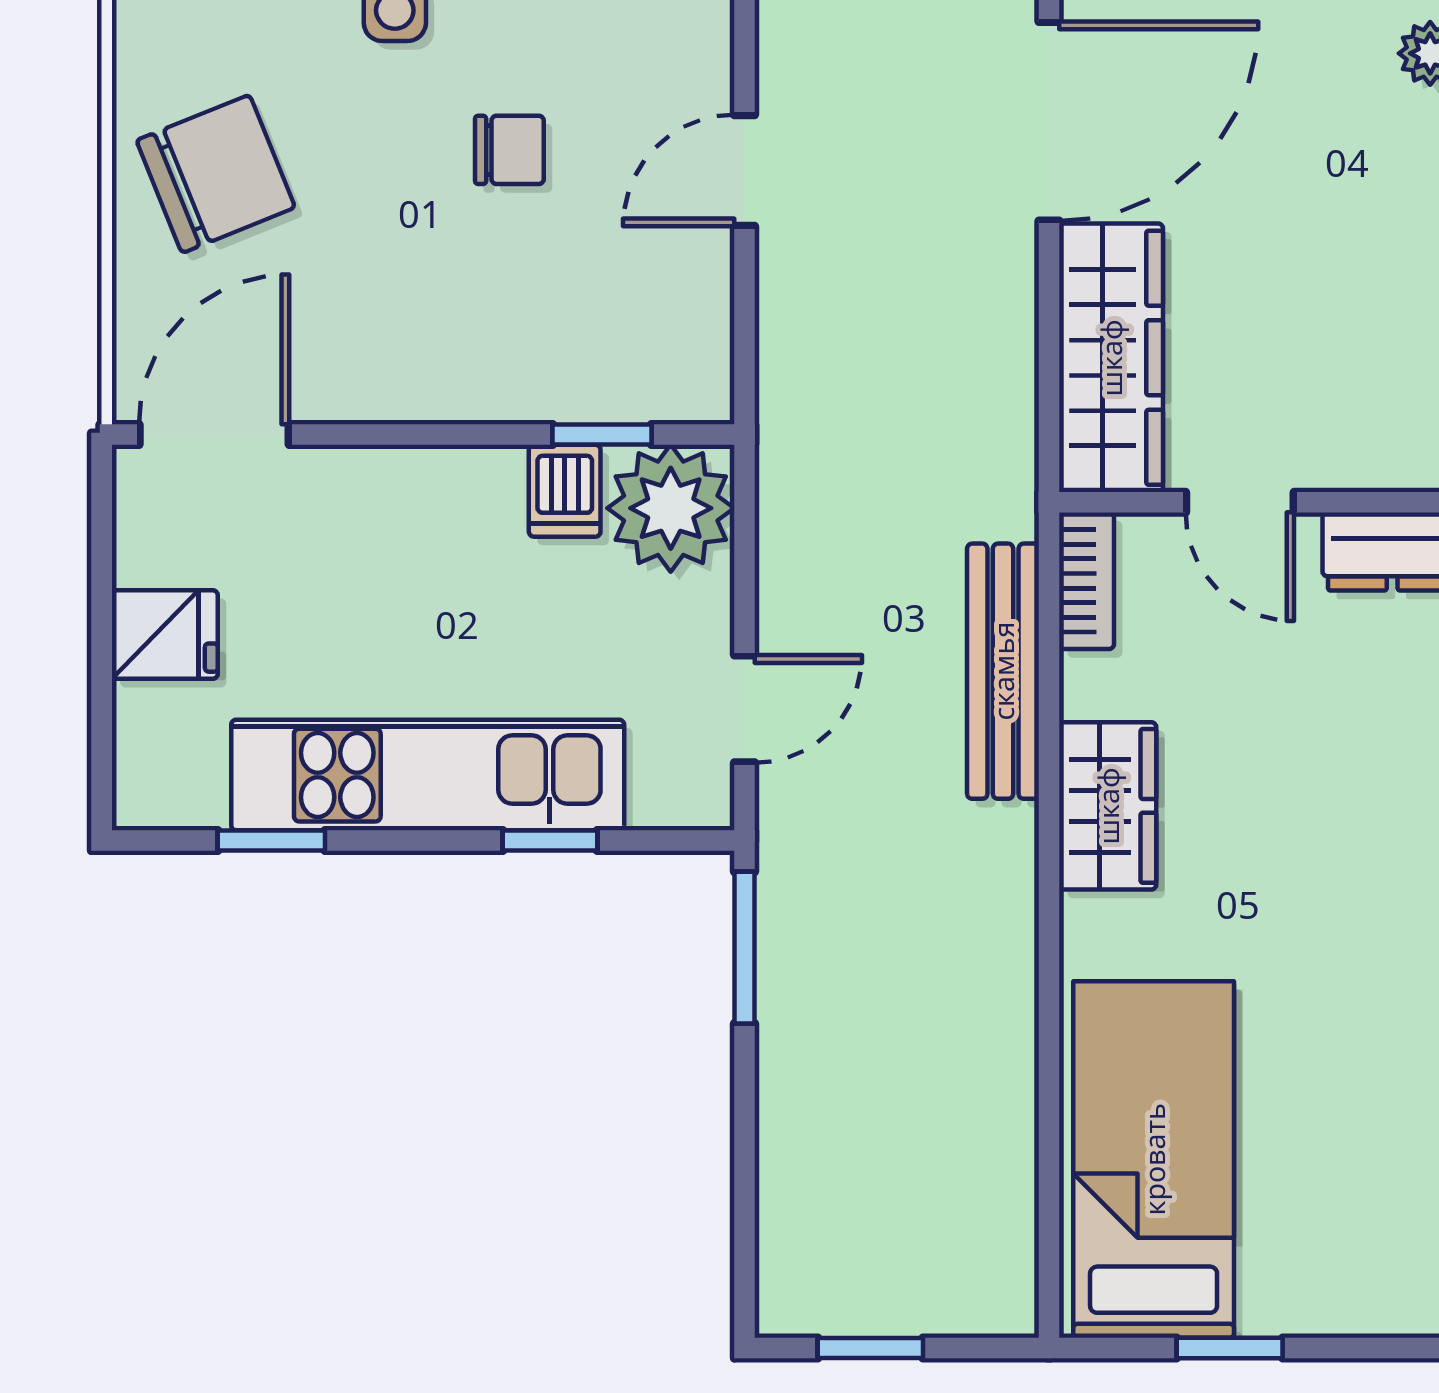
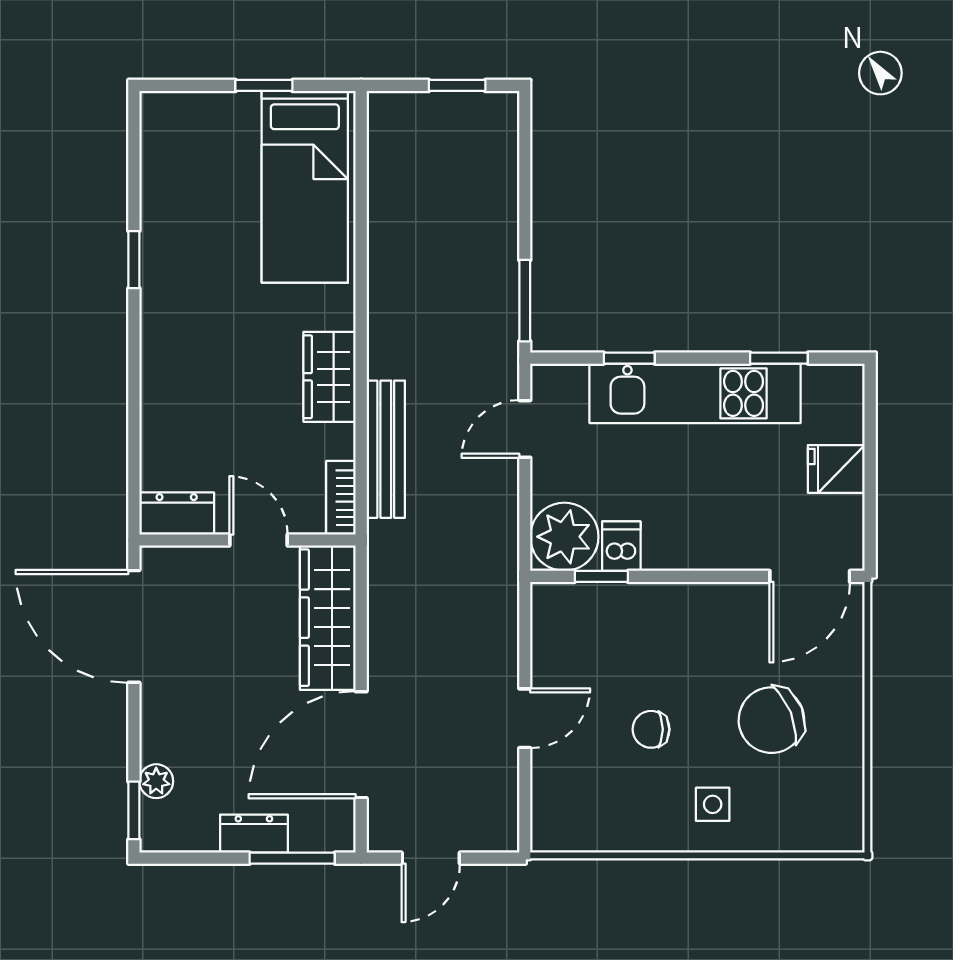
chair: (216, 174) -> (771, 720), moved

